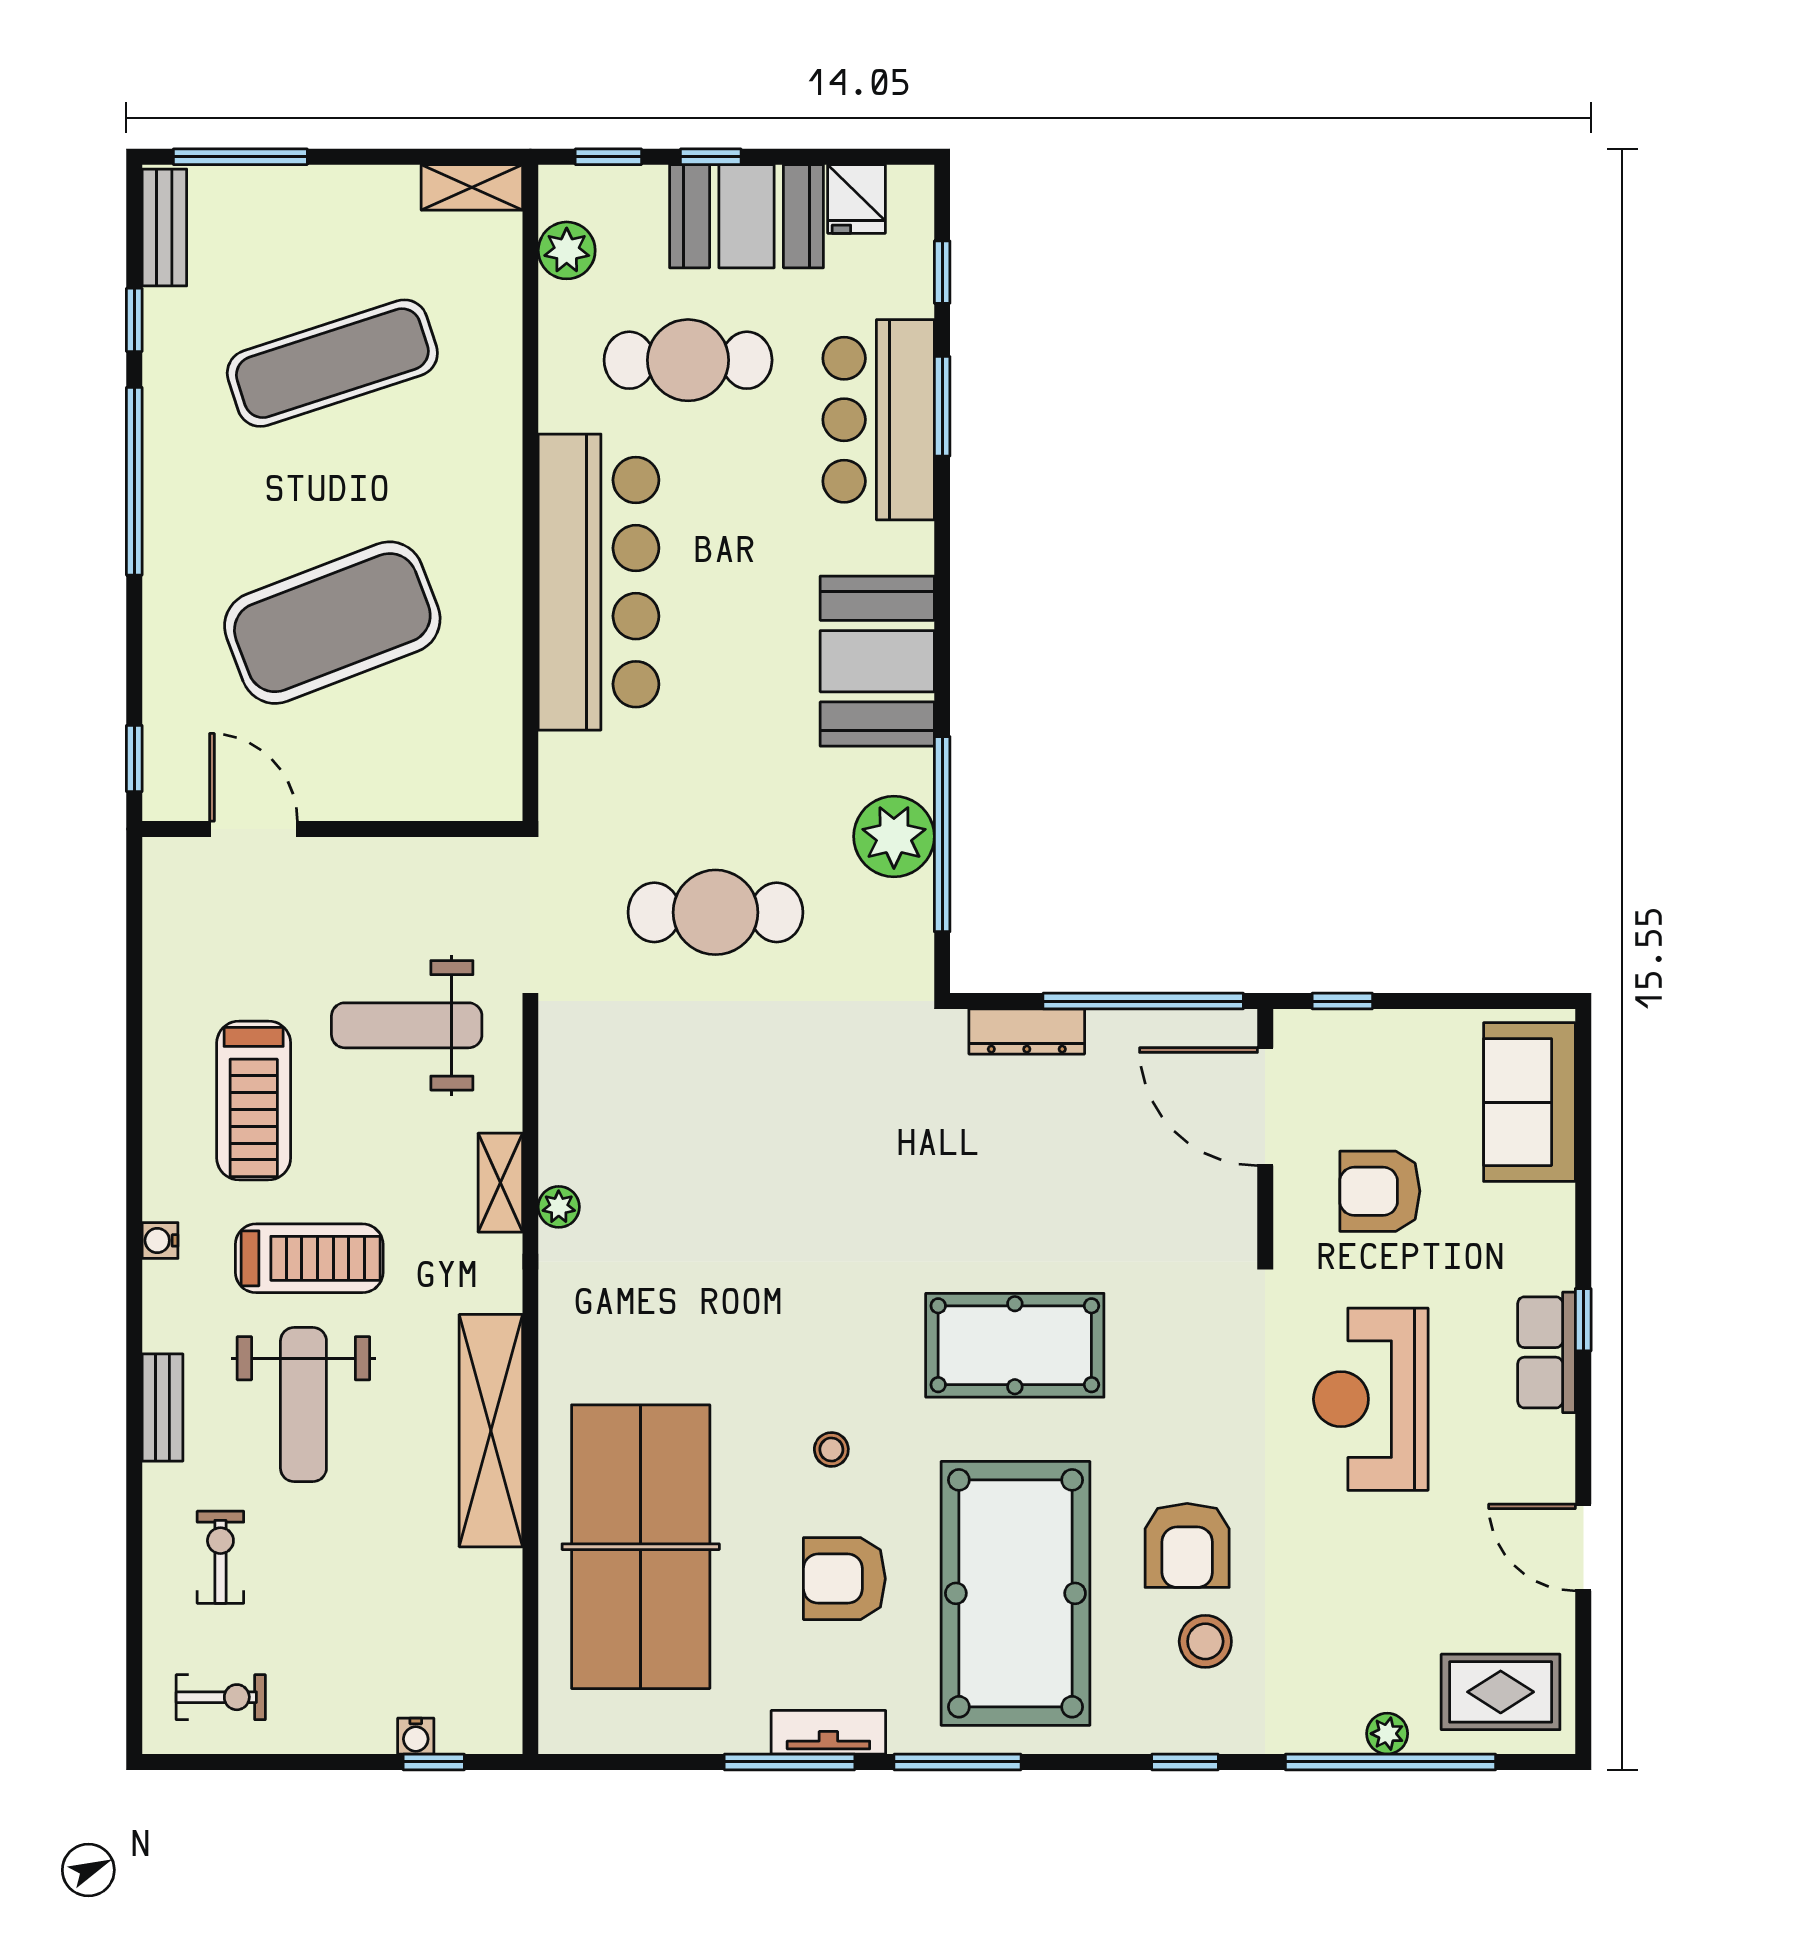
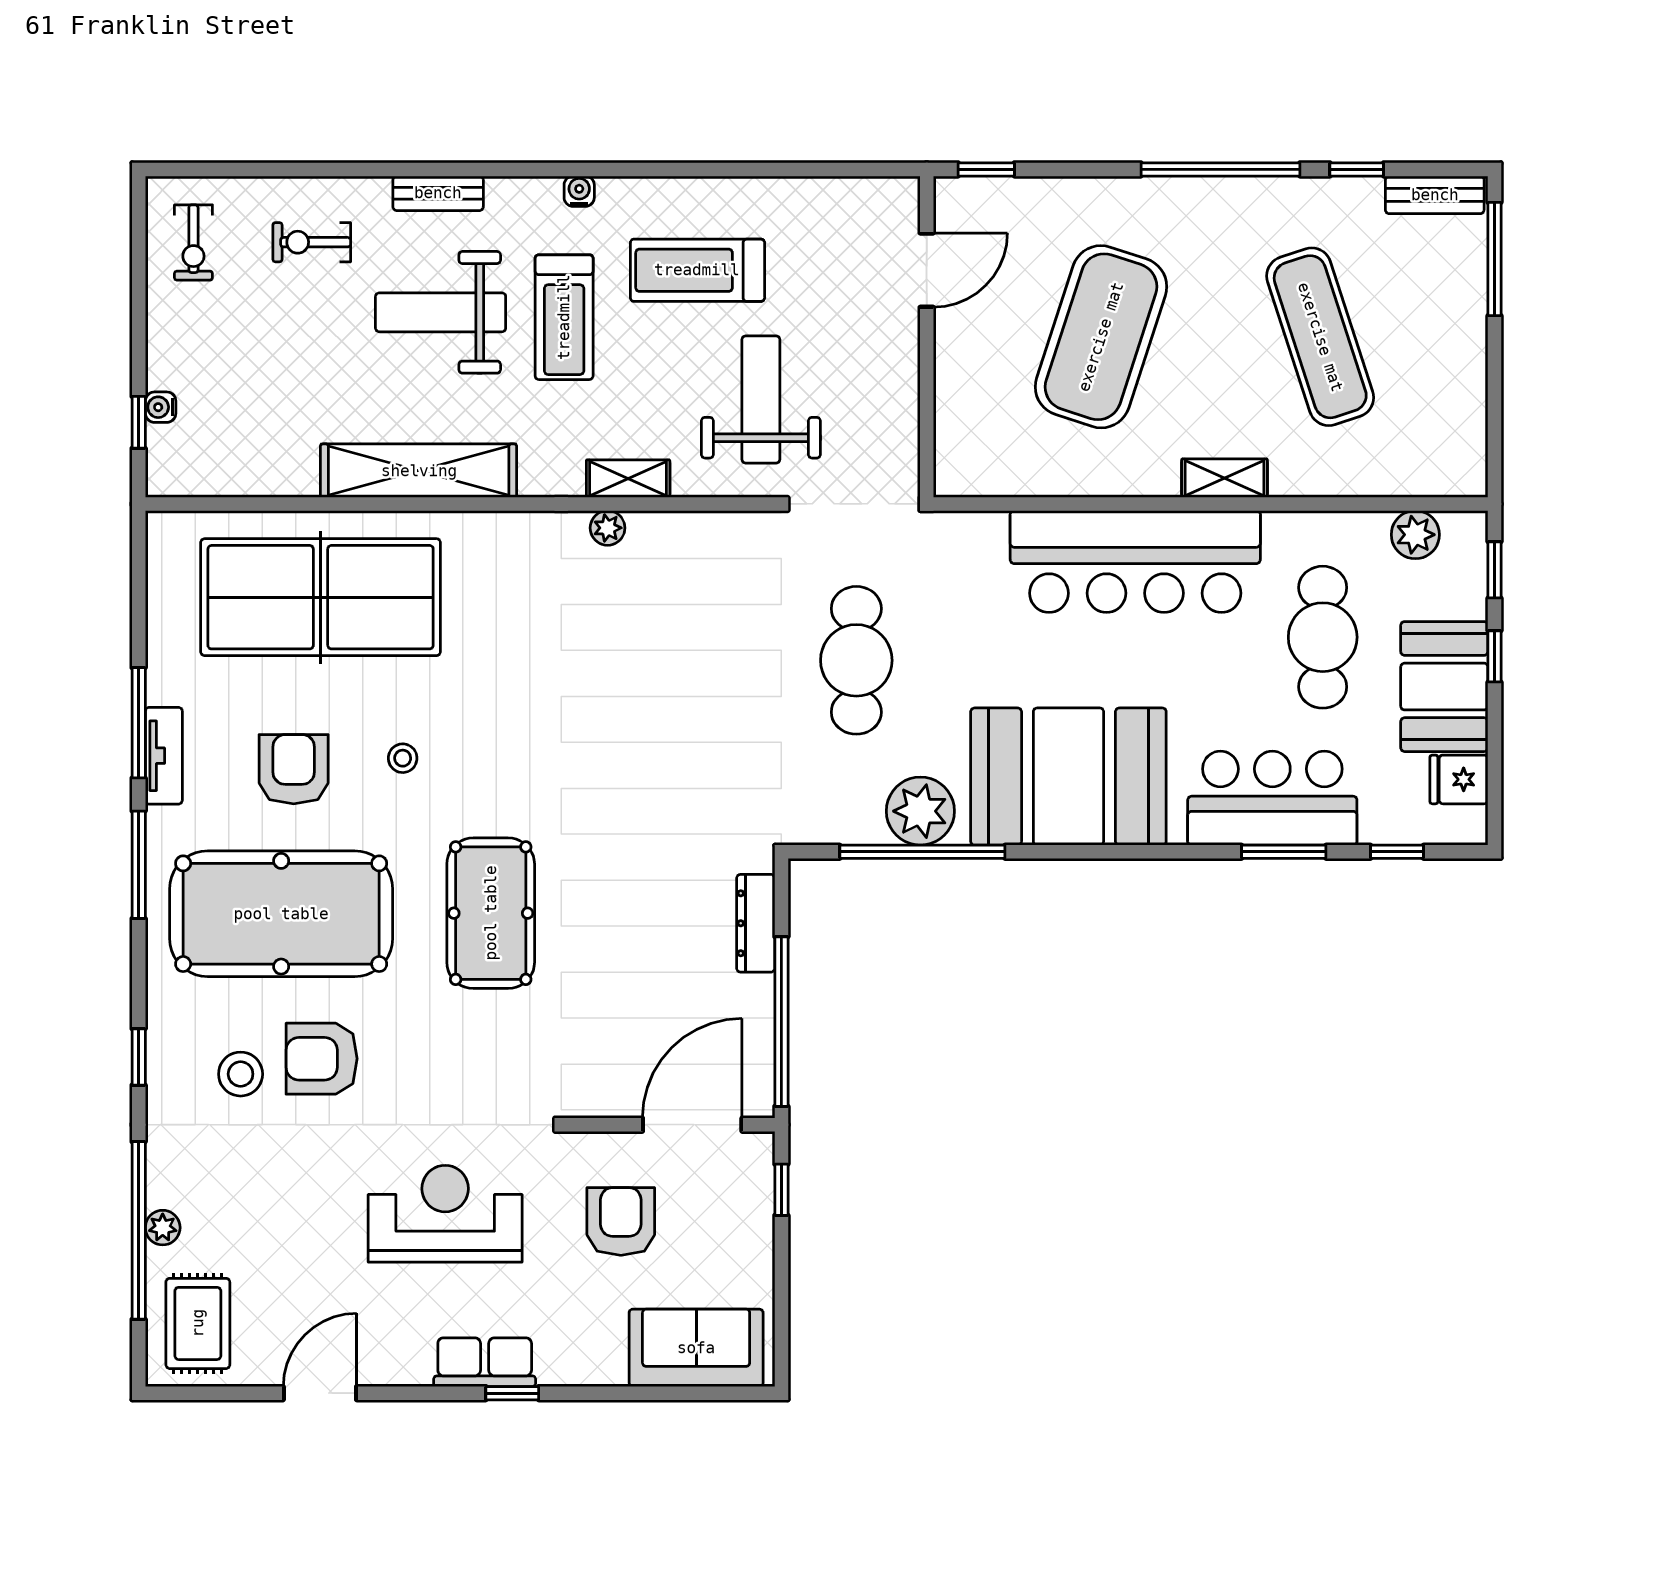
shelving: (472, 187) -> (1224, 478), moved, turned 90
exercise mat: (332, 623) -> (1101, 337), turned 39
booth: (877, 661) -> (1068, 777), width x1.36, depth x1.42
exercise bike: (220, 1557) -> (312, 242), turned 180

